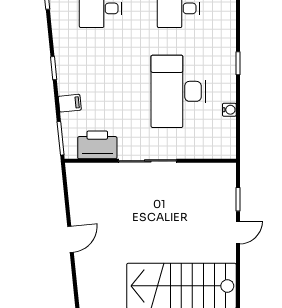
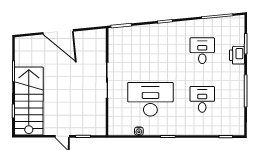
filing cabinet: (70, 103) -> (143, 31), removed
printer: (97, 145) -> (117, 49), removed
door: (71, 239) -> (58, 32), width x1.87

